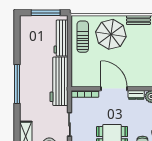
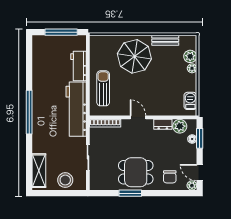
sun lounger: (83, 37) -> (103, 88), moved
workbench: (61, 38) -> (78, 66), width x0.73
door: (114, 89) -> (138, 117), width x0.53

